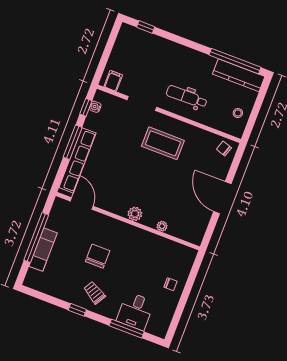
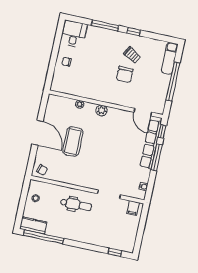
kitchen counter: (239, 75) -> (33, 225), width x0.67
window: (86, 107) -> (162, 131), moved
coffee table: (163, 143) -> (73, 142), moved, turned 90
exam couch: (43, 250) -> (170, 58), moved
trolley: (94, 293) -> (132, 55), moved
desk: (135, 311) -> (74, 34), moved
window: (127, 329) -> (105, 25), moved

